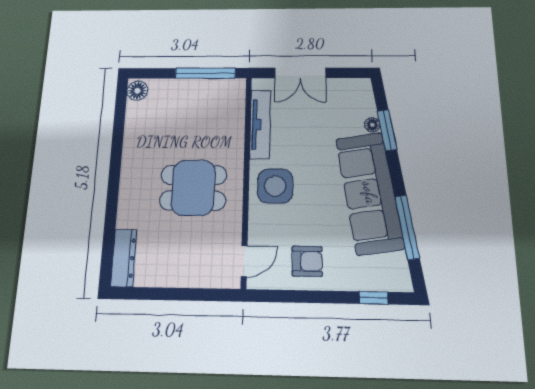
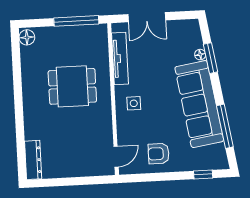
side table: (275, 186) -> (134, 103), width x0.54, depth x0.54
dining table: (193, 188) -> (72, 86), moved
armchair: (307, 261) -> (159, 154), turned 180

